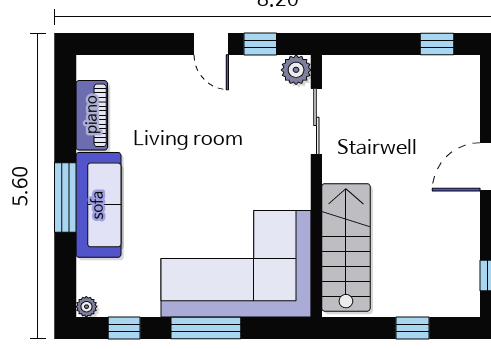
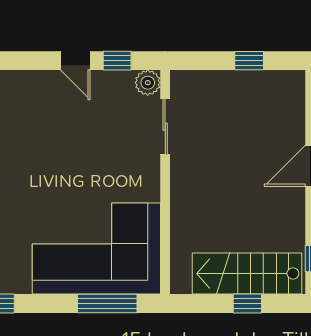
window: (437, 44) -> (249, 61), moved
stairs: (346, 247) -> (247, 274), moved, turned -90
window: (206, 328) -> (107, 303), moved

